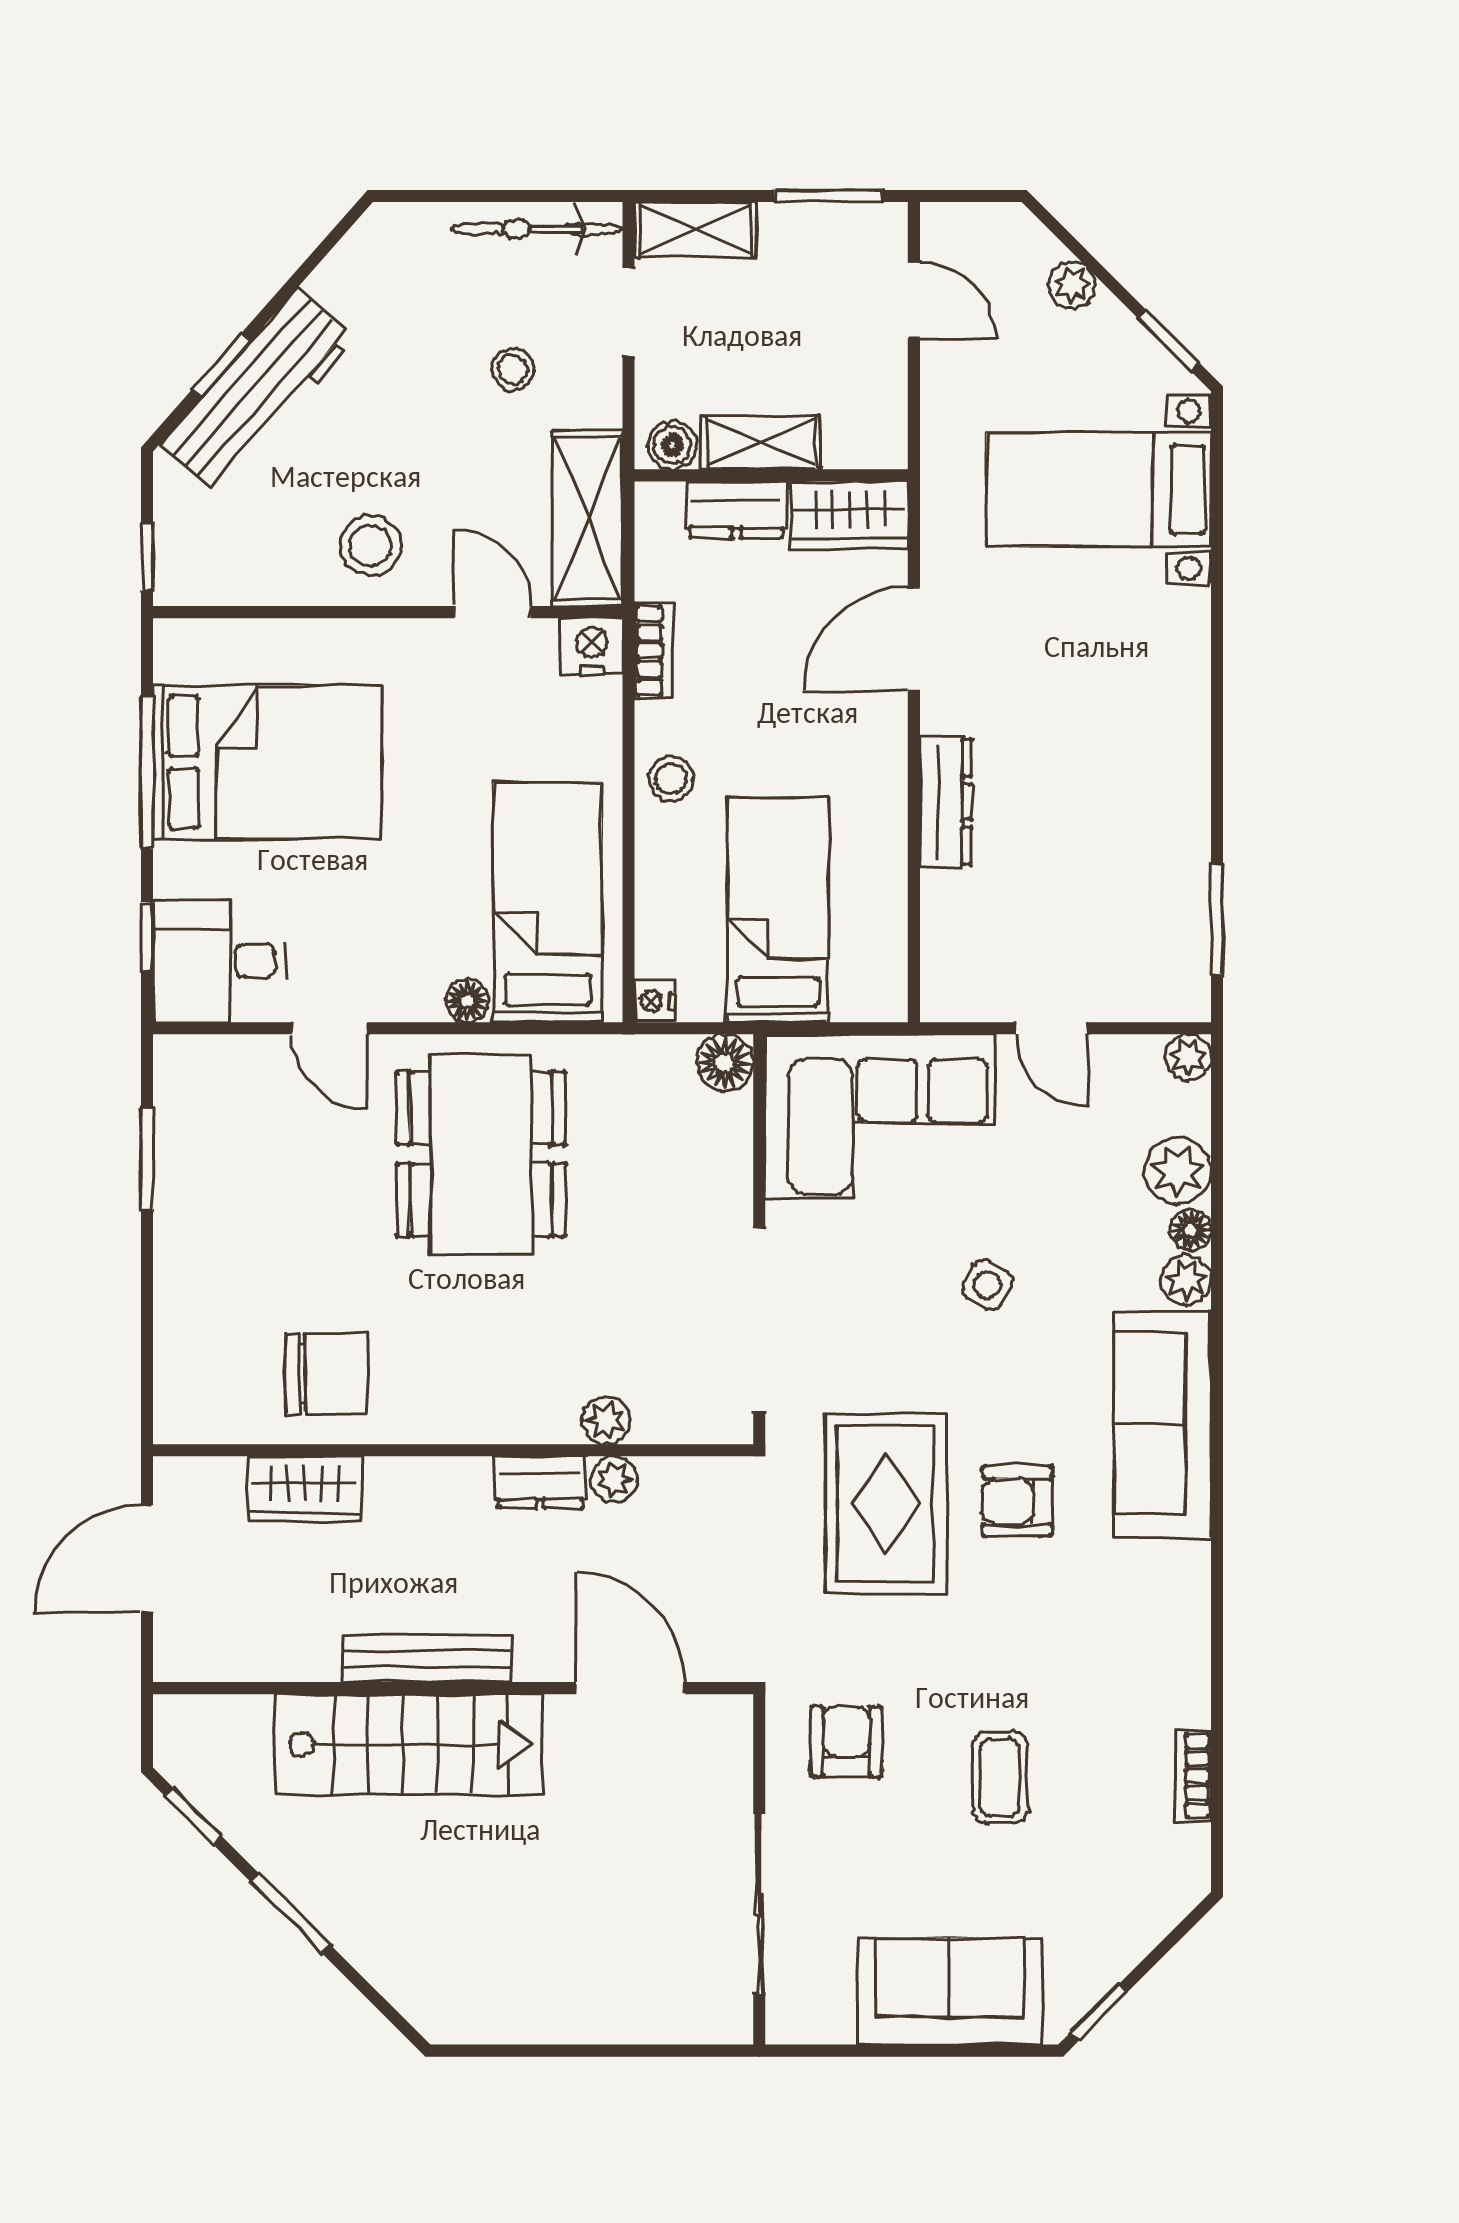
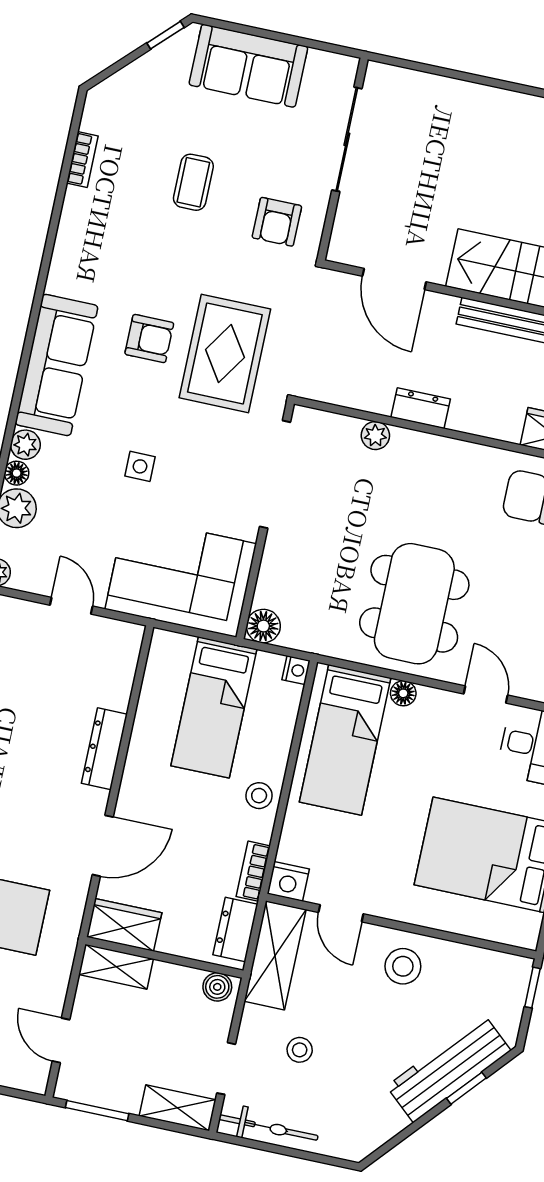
shelving: (761, 443) -> (116, 967), moved
dresser: (736, 510) -> (235, 930), moved, turned -90
side table: (987, 1285) -> (140, 466), turned -30
plant: (614, 1479) -> (378, 401), removed

